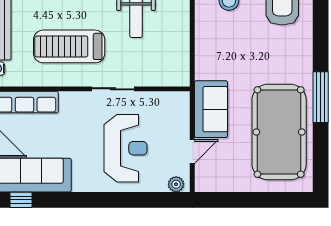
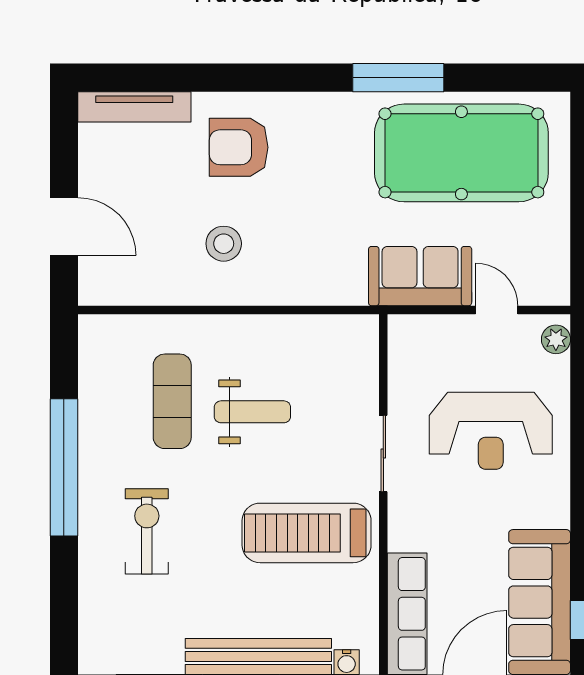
treadmill: (69, 46) -> (307, 533), turned 90
reception desk: (126, 148) -> (491, 431), turned 180

